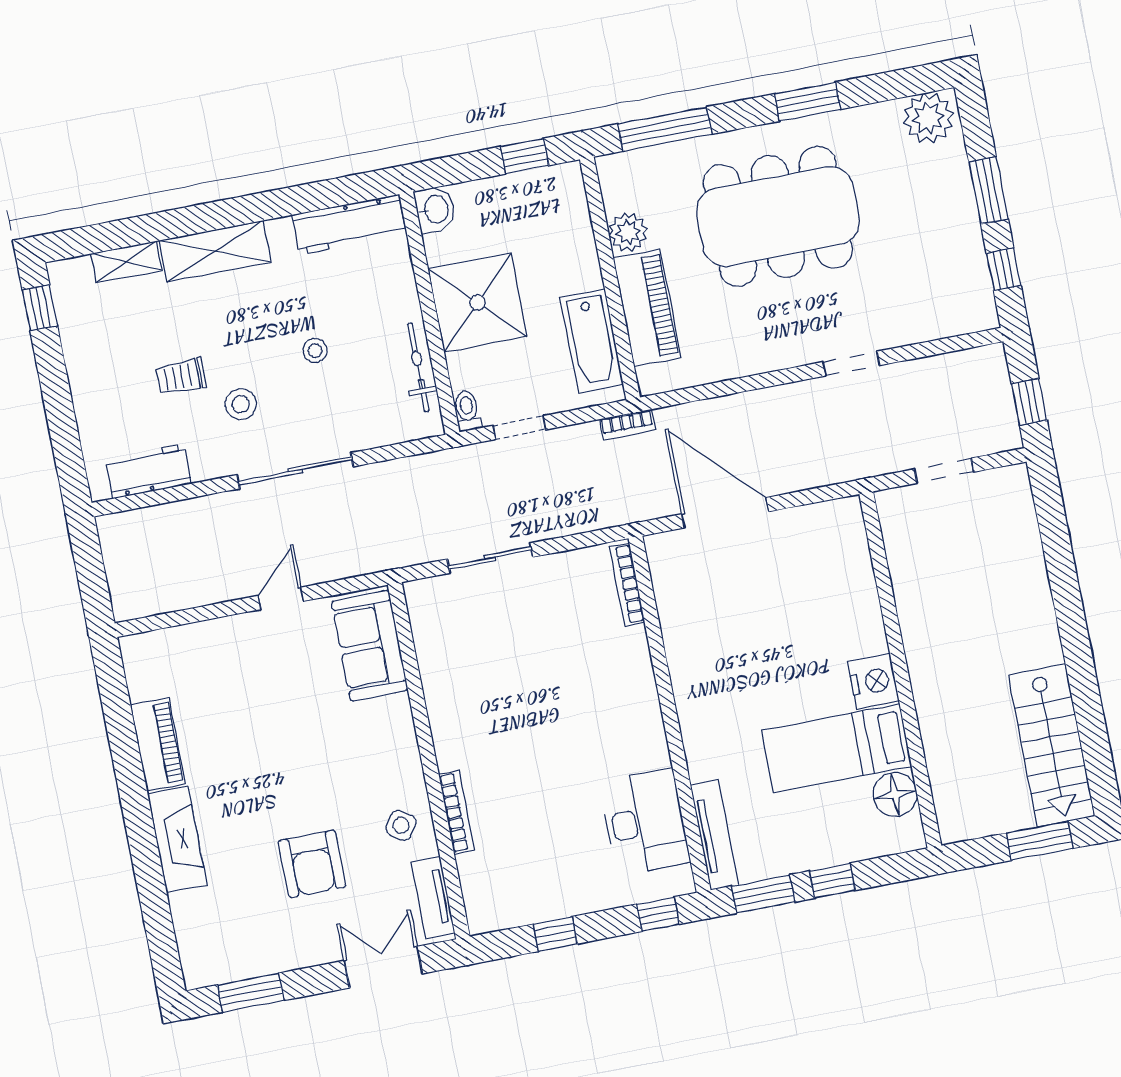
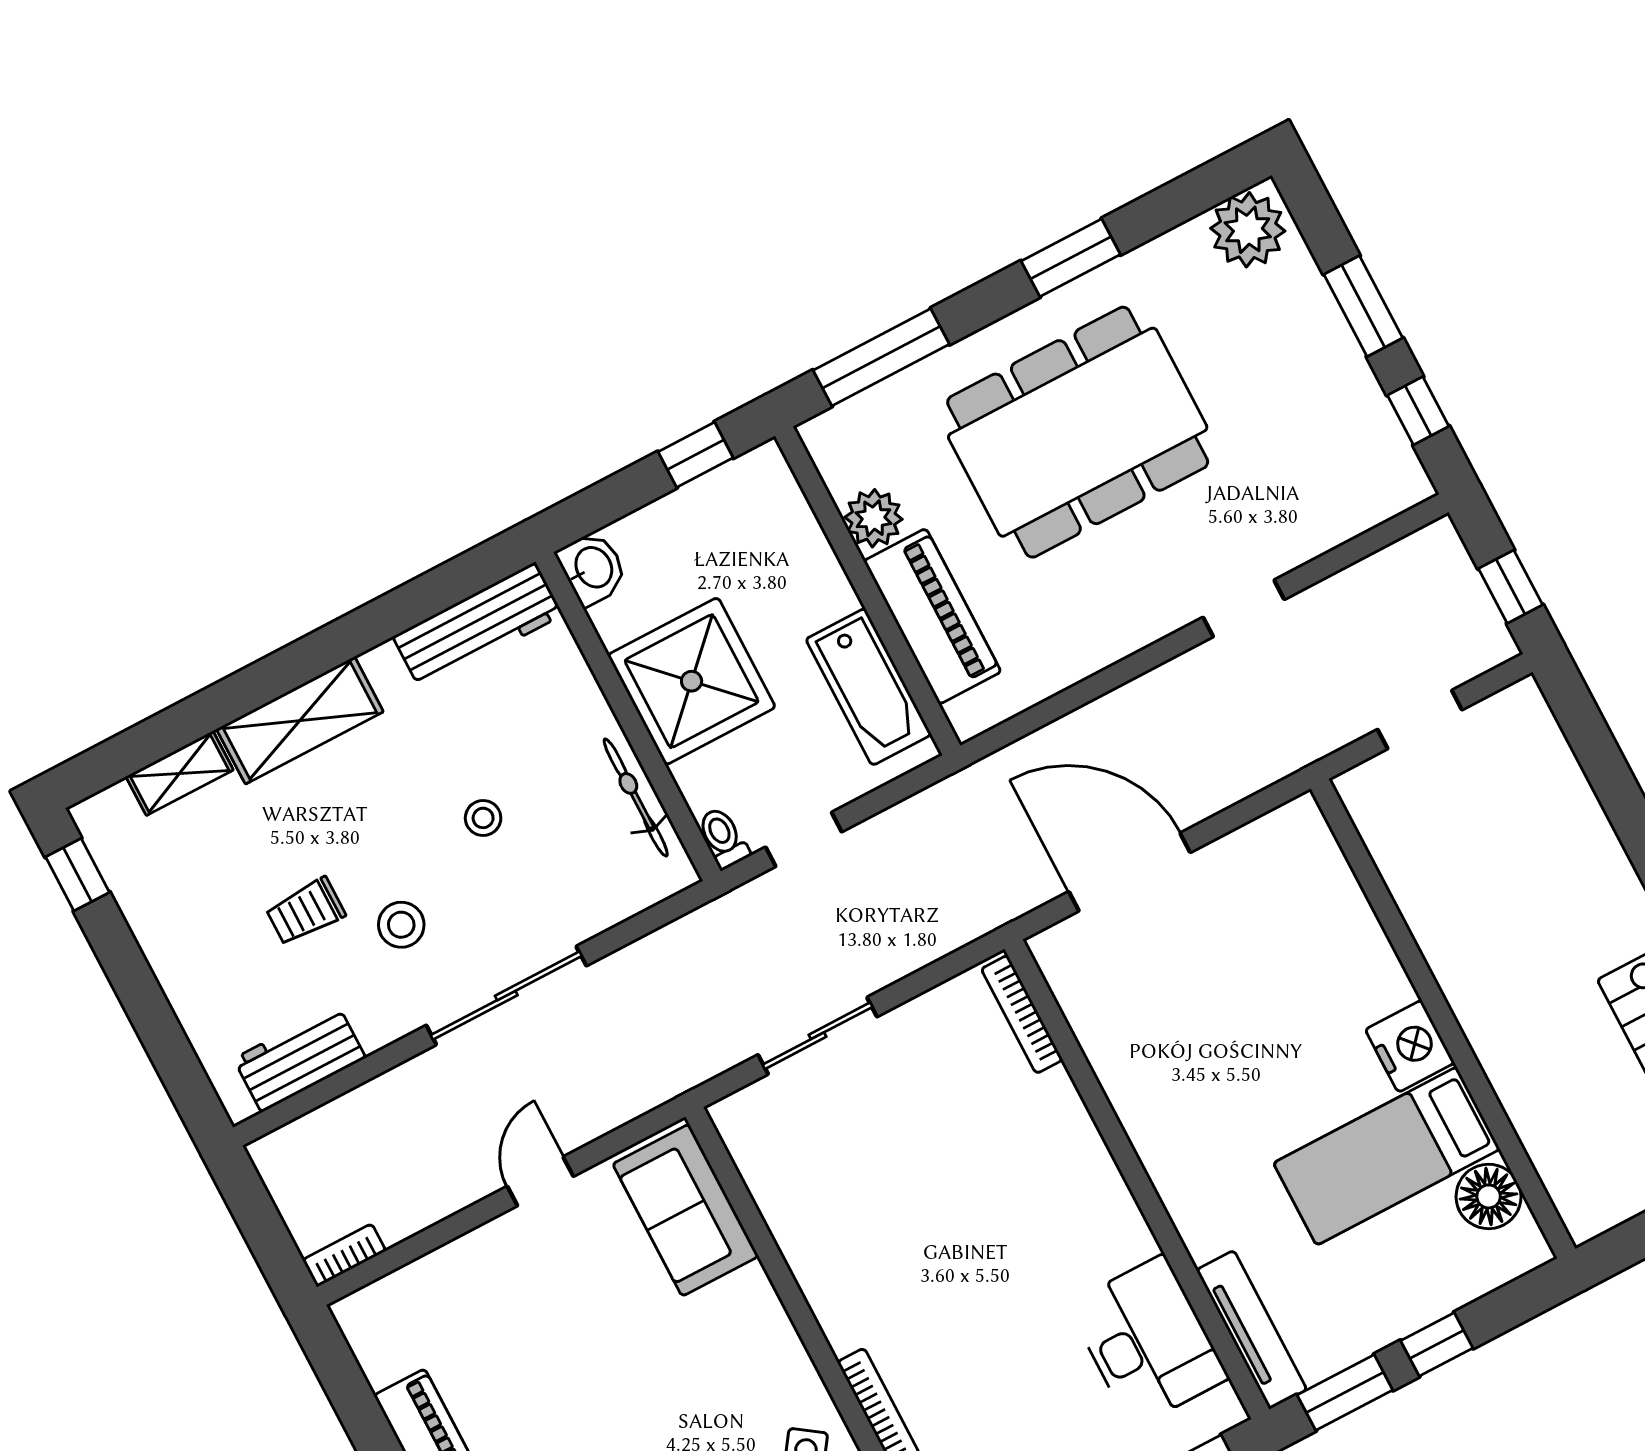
bookcase: (627, 425) -> (344, 1255), moved, turned 180

